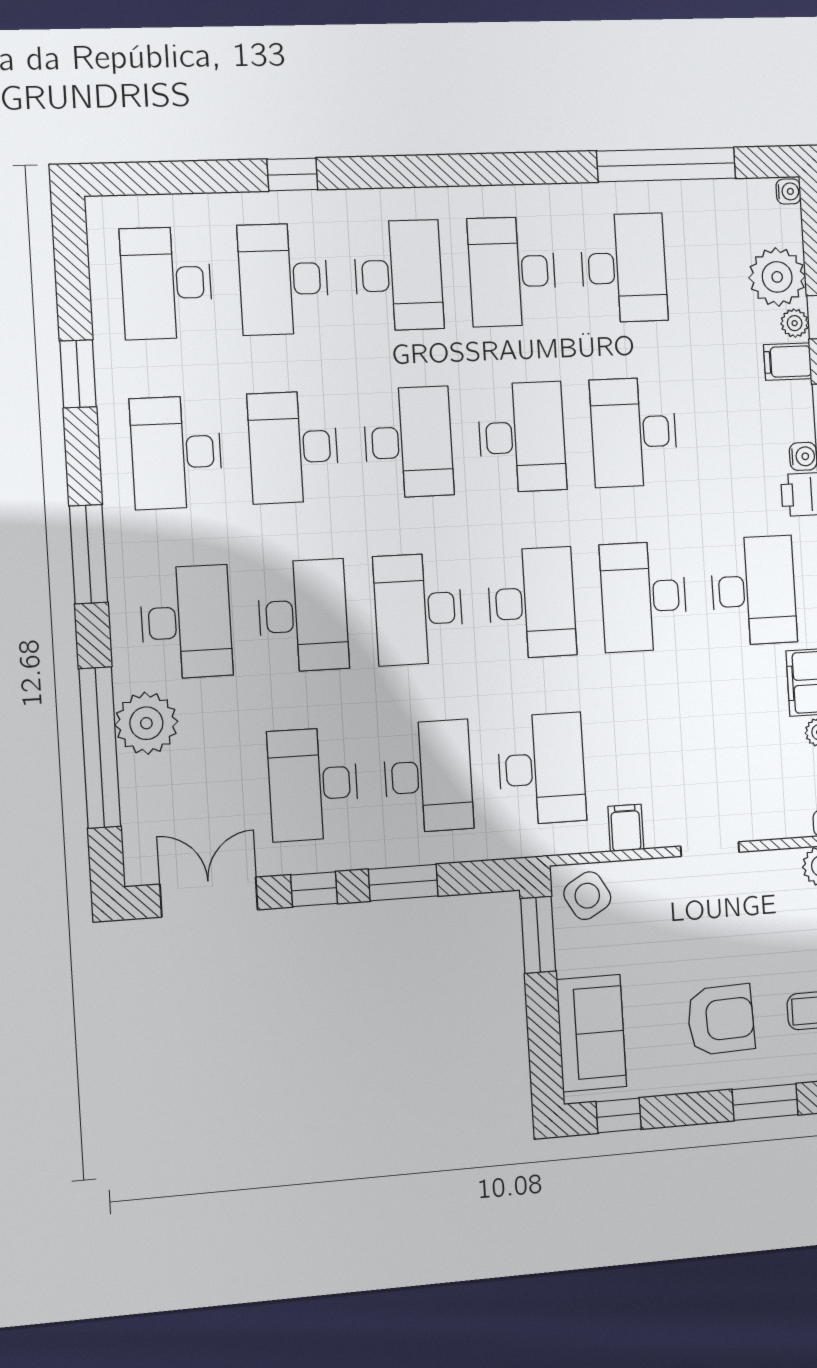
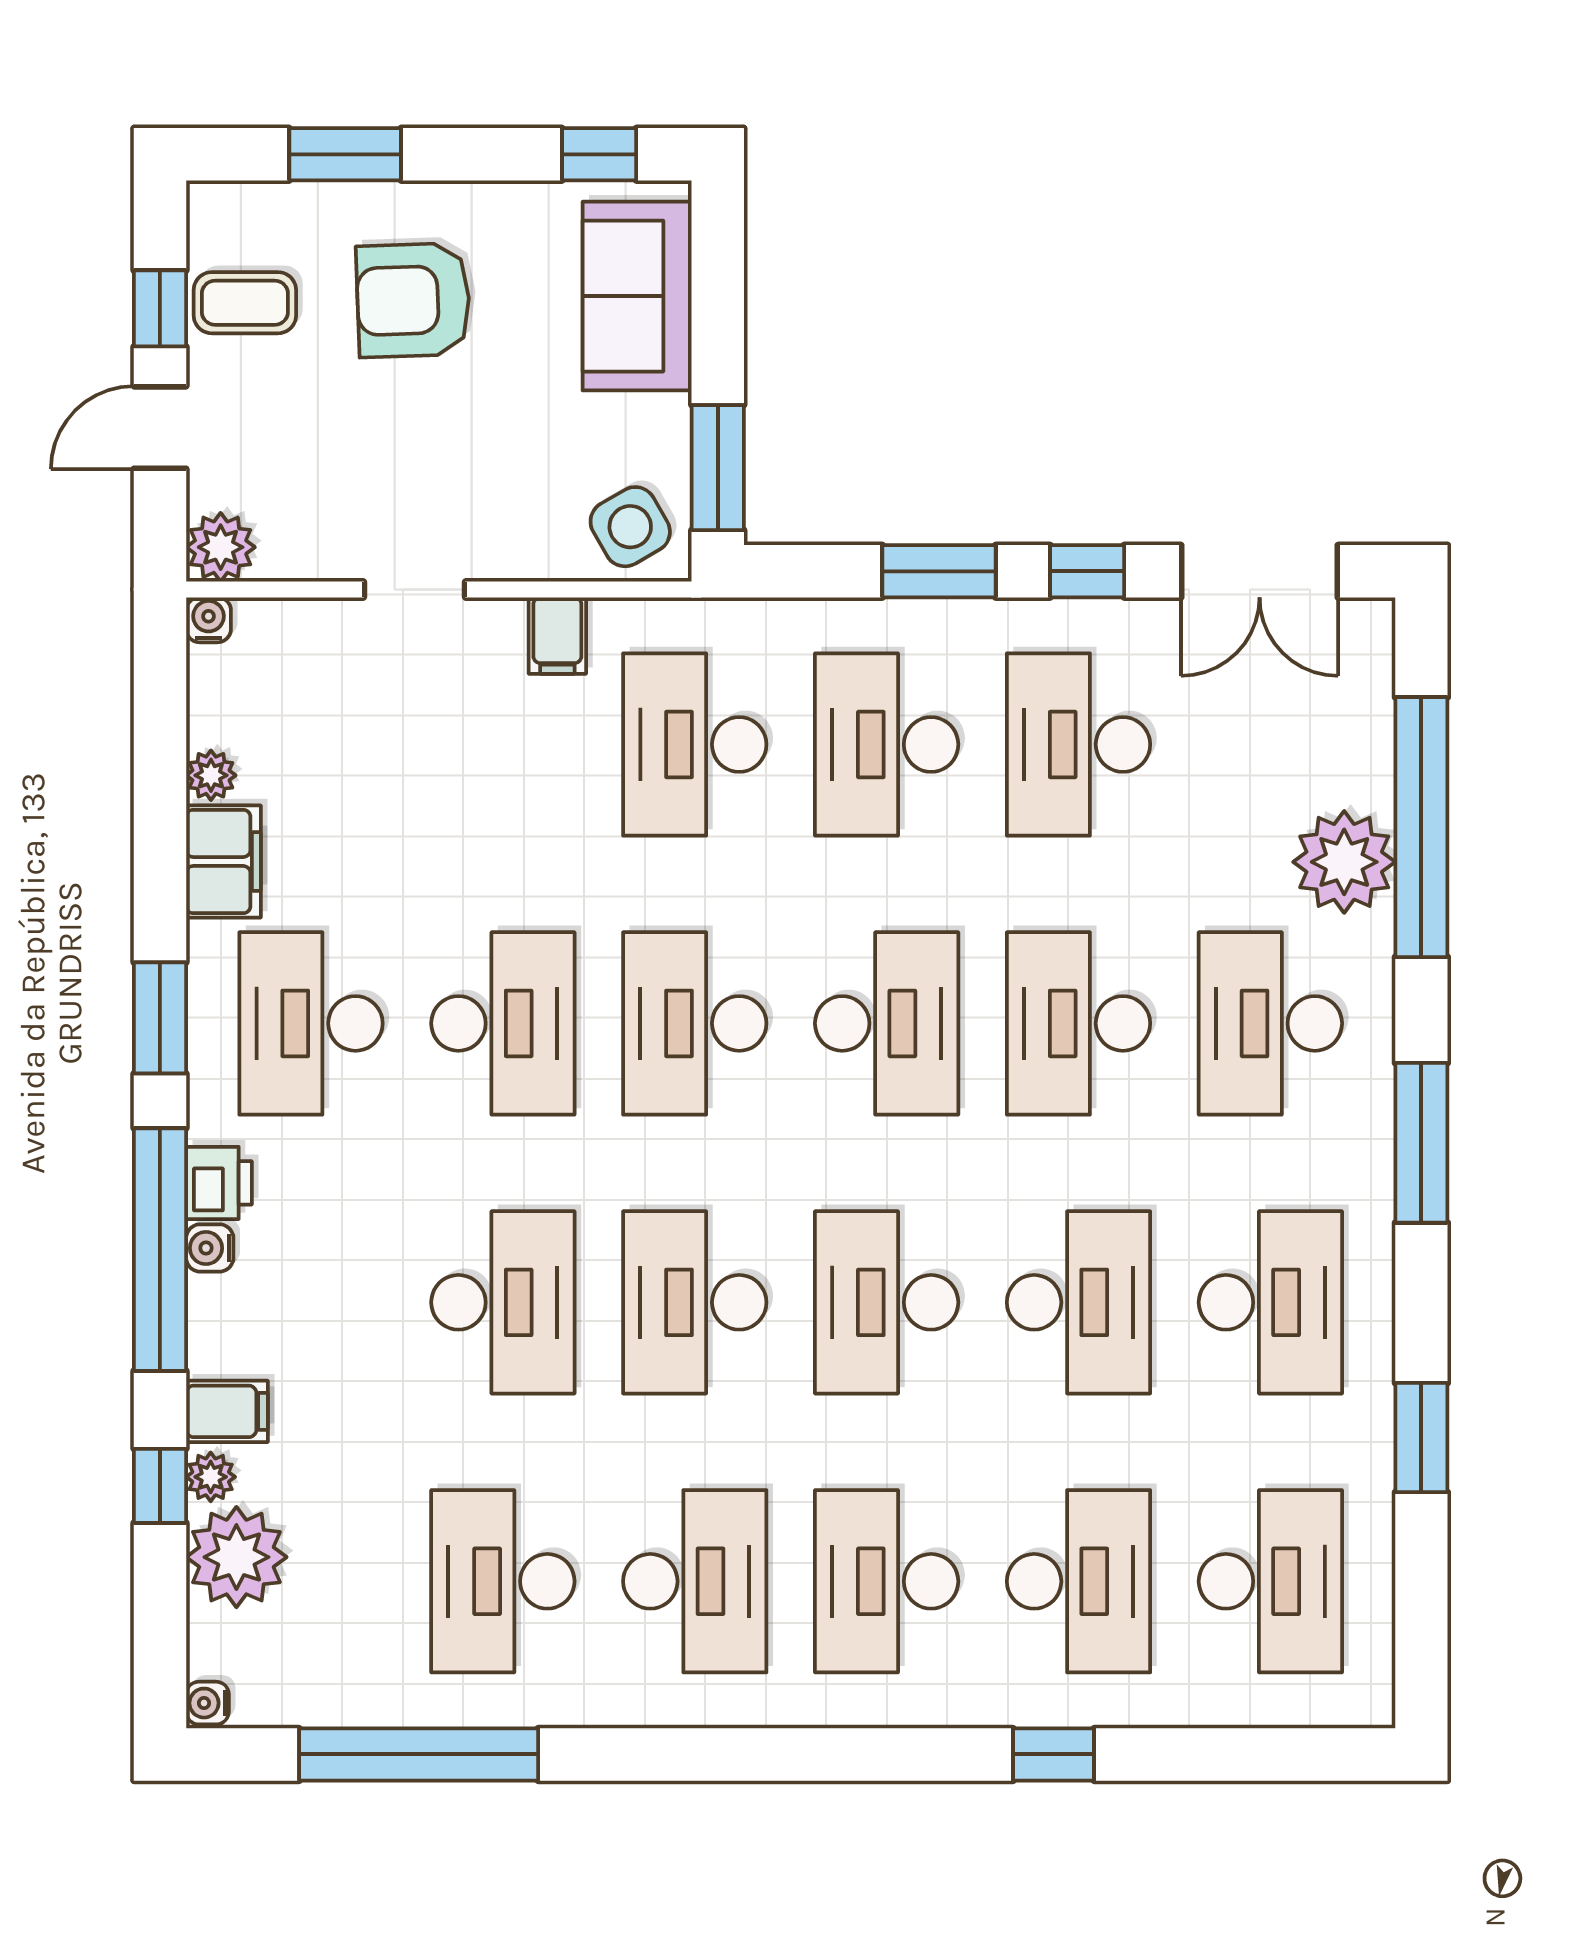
desk: (313, 784) -> (1078, 744), turned 180

